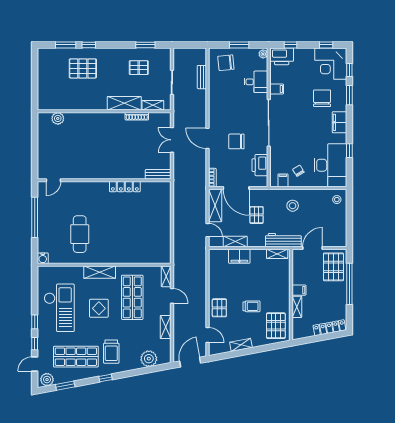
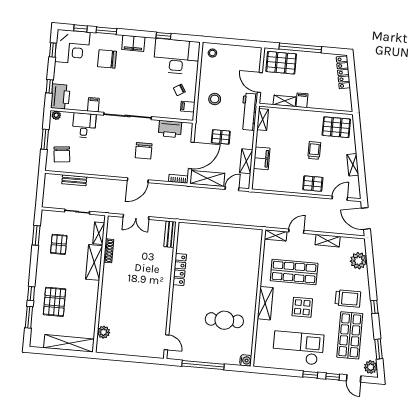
shelving: (44, 86) -> (69, 343), added
shelving: (297, 307) -> (285, 101), moved

